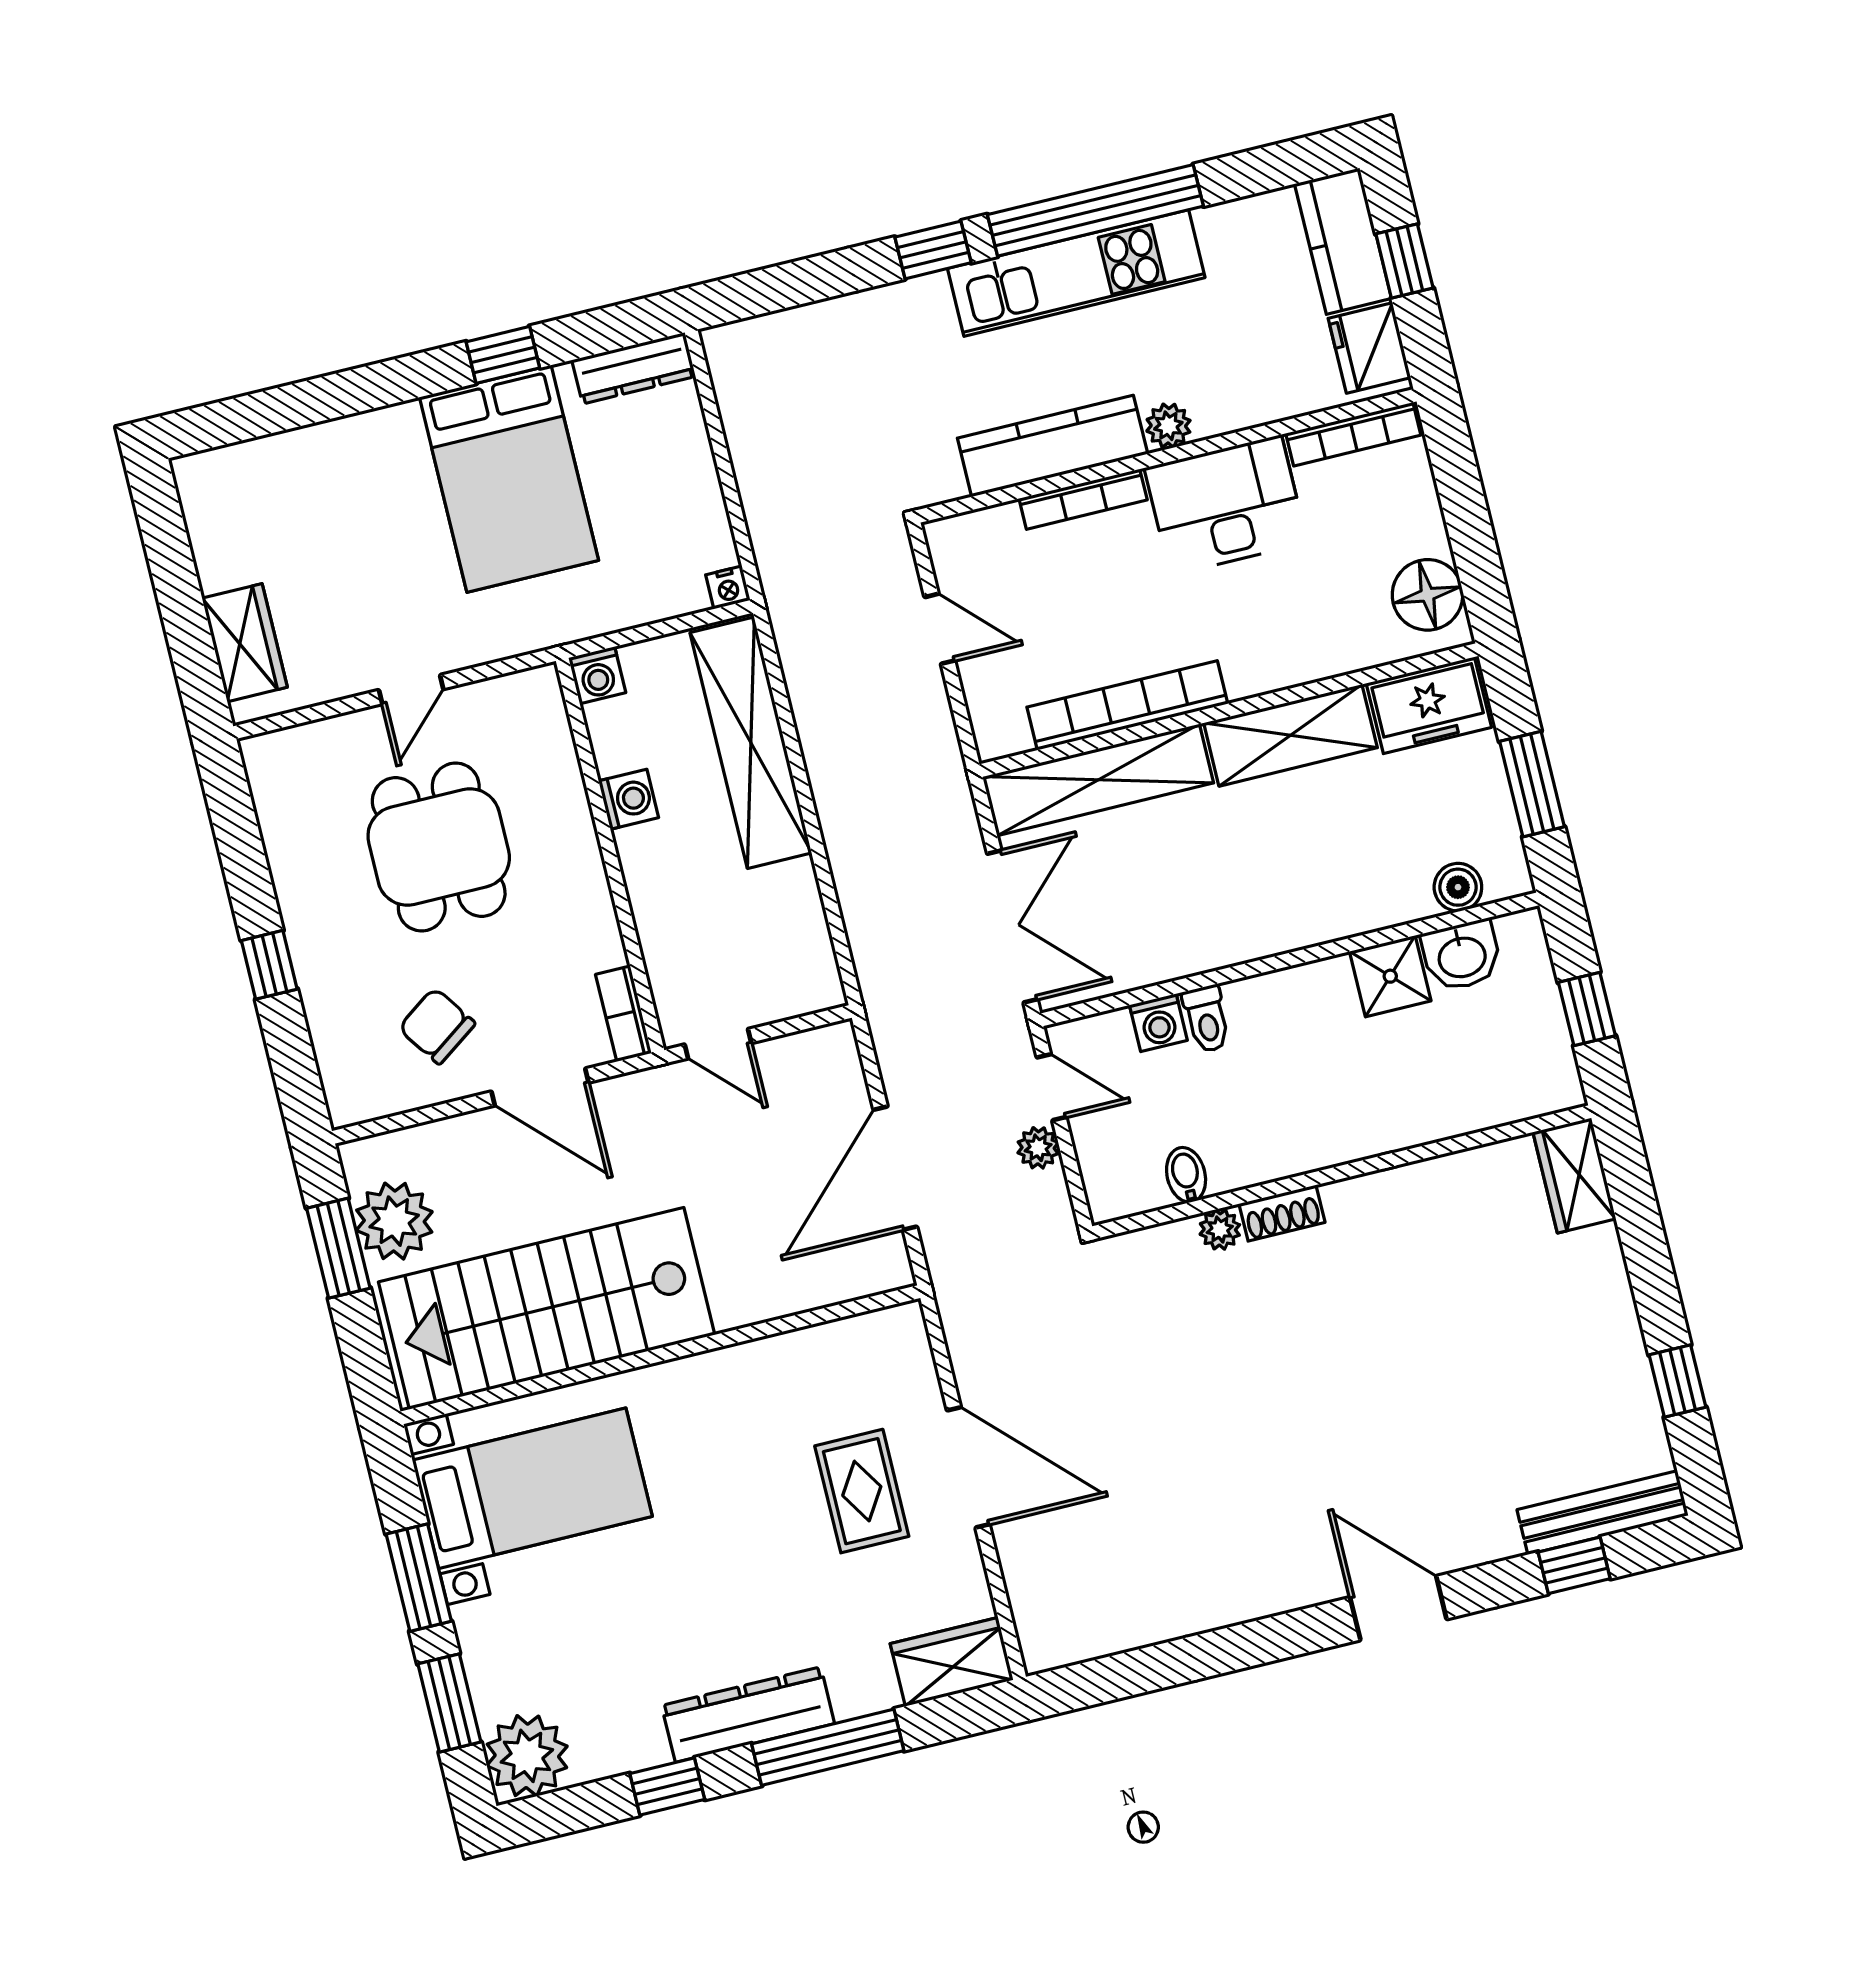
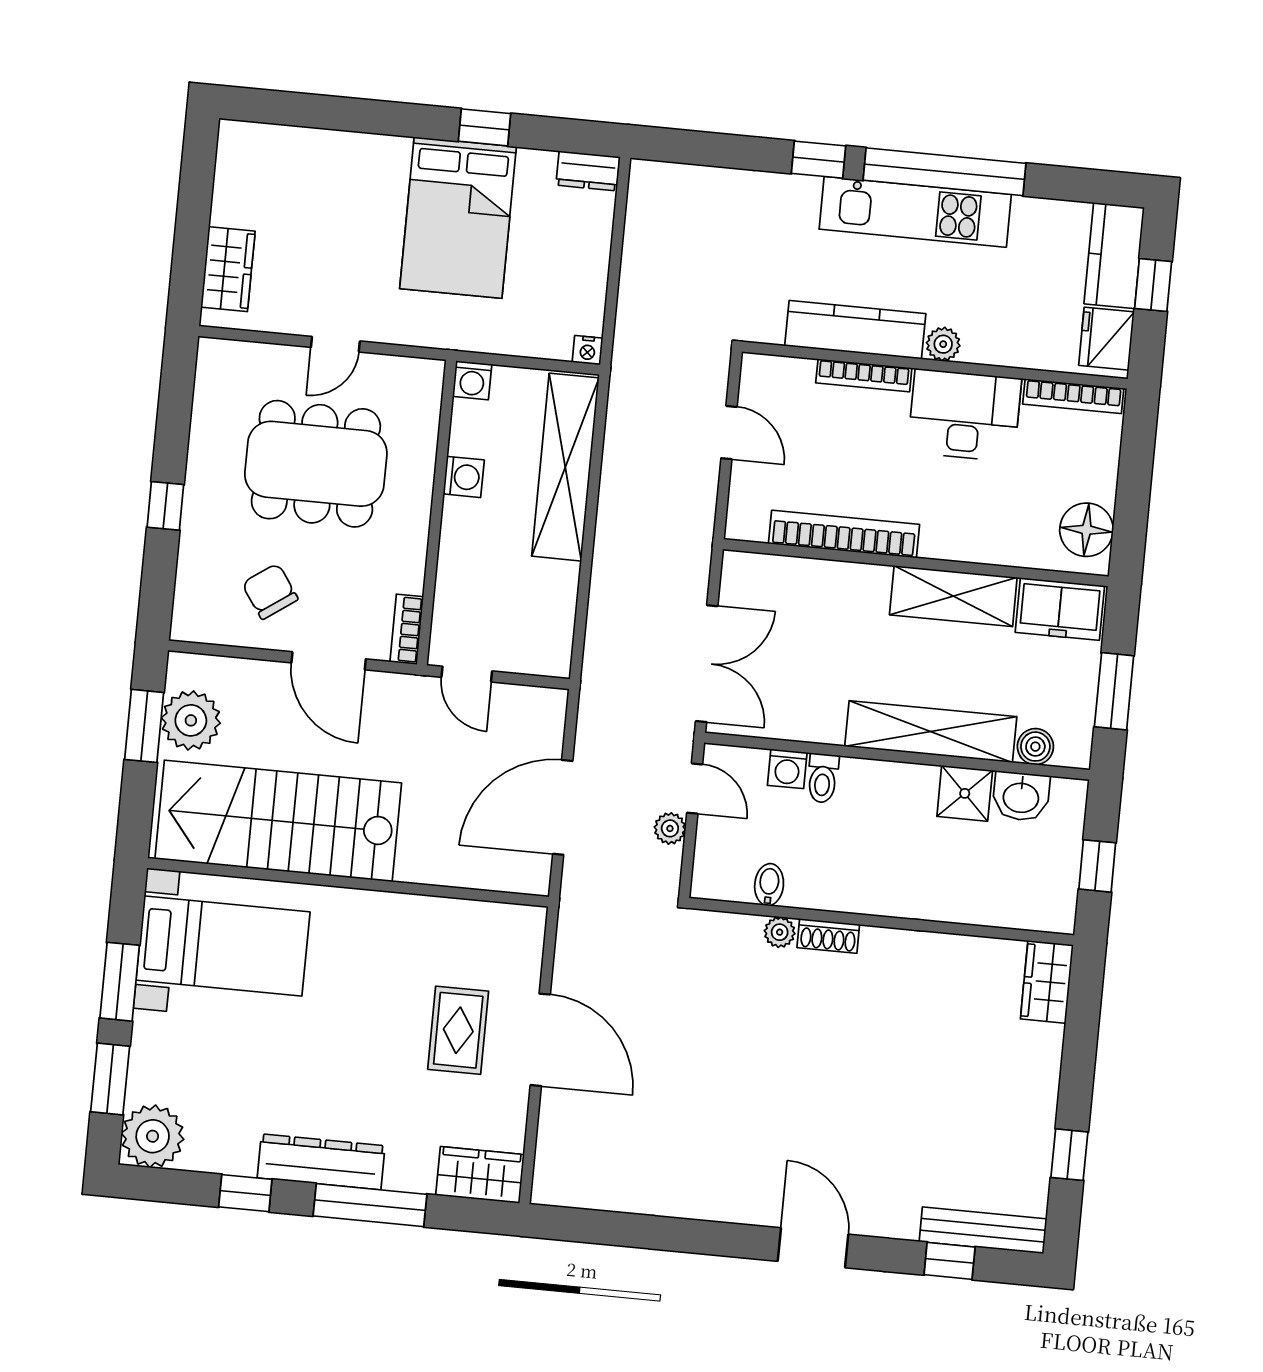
dresser: (633, 368) -> (588, 171), width x0.70
shelving: (1098, 780) -> (931, 732), moved
dining table: (439, 847) -> (316, 464), width x1.38

